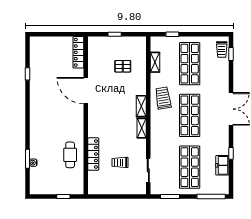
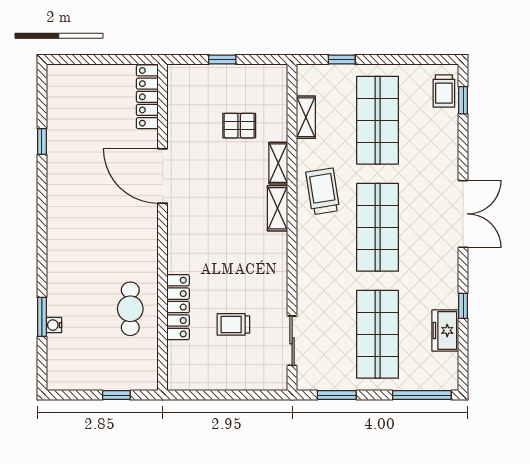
shelving: (142, 128) -> (278, 163), moved

